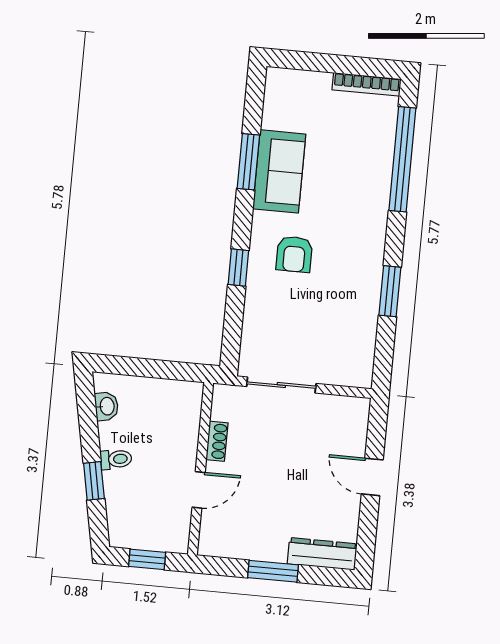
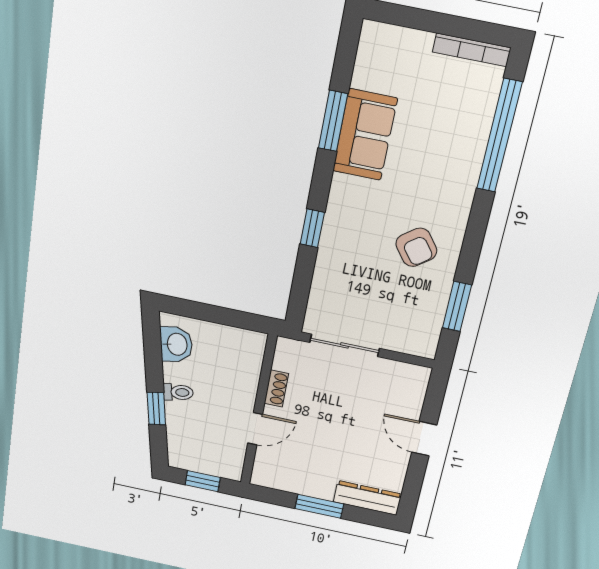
armchair: (294, 254) -> (416, 247), moved, turned -37
window: (390, 291) -> (457, 306), moved
washbasin: (107, 406) -> (176, 344), width x1.38, depth x1.45

